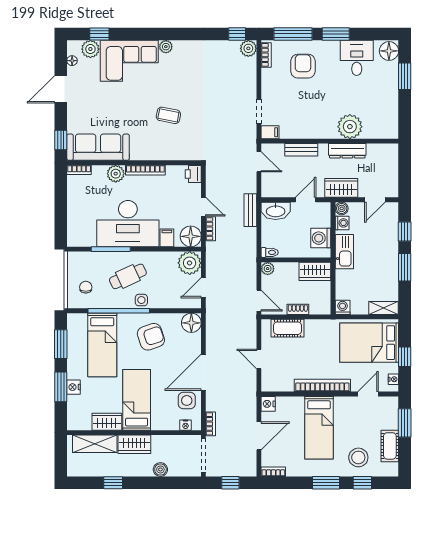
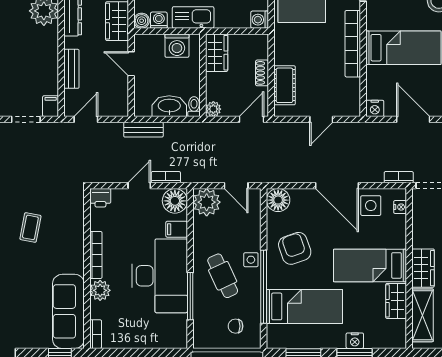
washbasin: (276, 211) -> (169, 106), moved, turned -90

